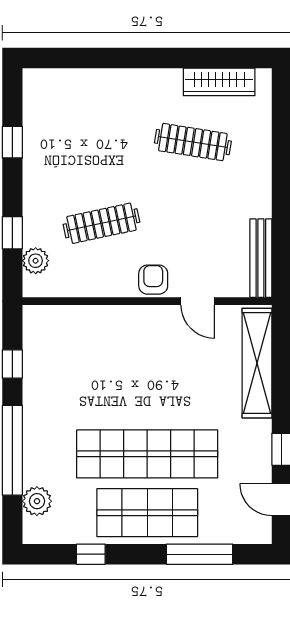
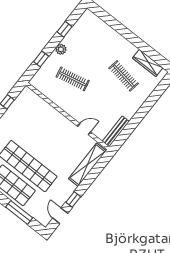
plant: (36, 261) -> (61, 49), moved
armchair: (153, 280) -> (75, 111), removed
door: (198, 301) -> (84, 129), swing flipped

